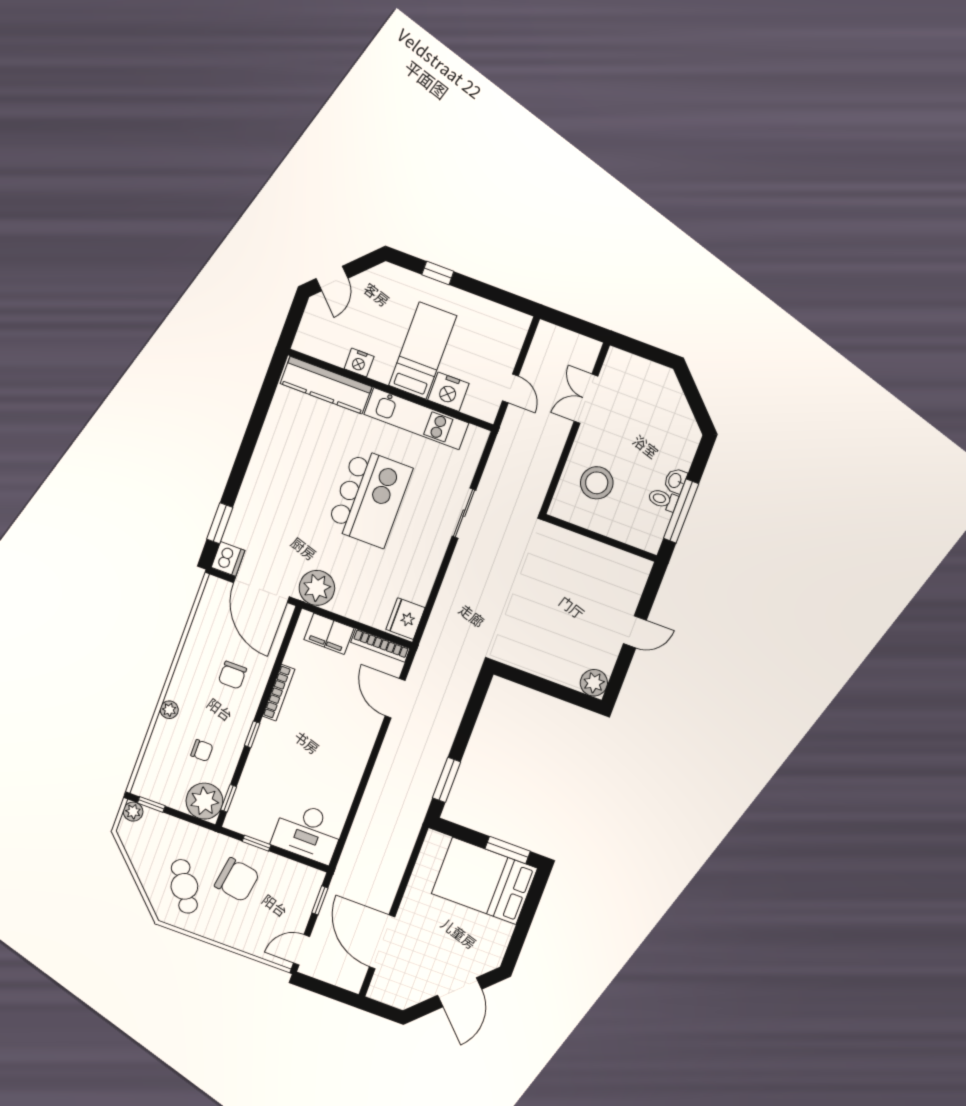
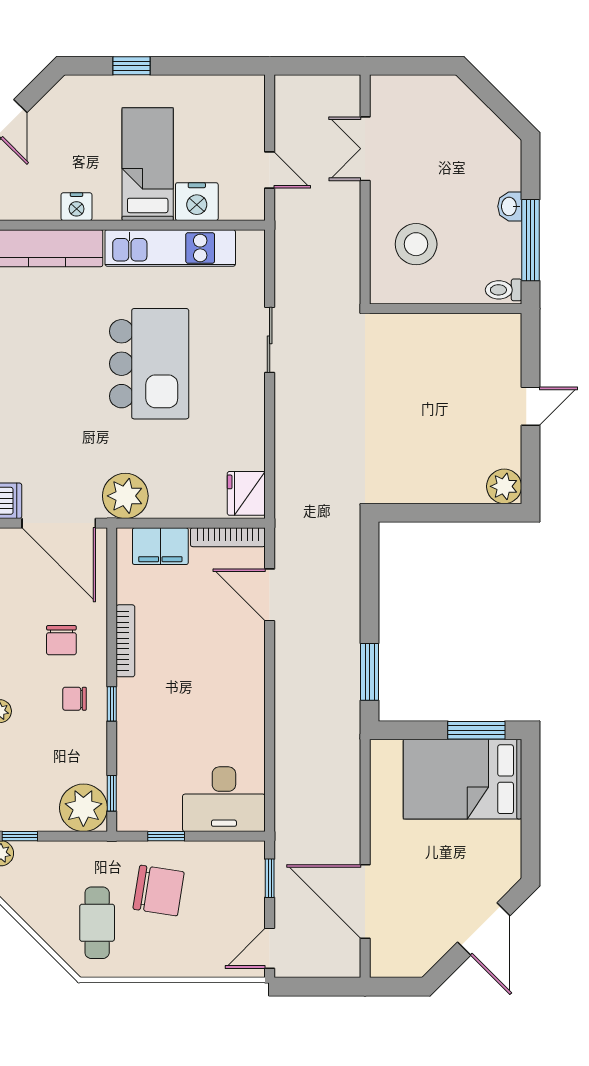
toilet: (663, 500) -> (503, 290), moved
chair: (202, 751) -> (75, 699), moved, turned 180
cafe table: (184, 886) -> (97, 923), turned 31

